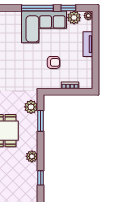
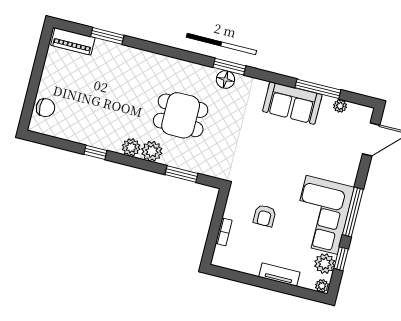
plant: (31, 107) -> (152, 151), moved

